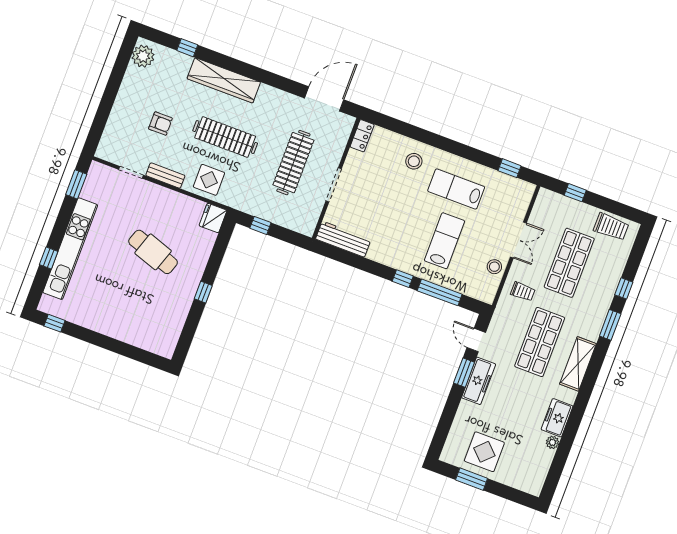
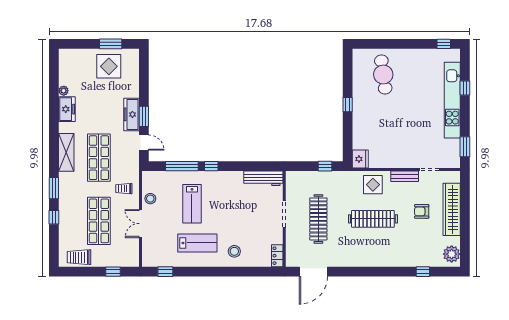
wardrobe: (224, 80) -> (452, 209), moved, turned -90
cafe table: (153, 252) -> (383, 74), moved, turned 63

